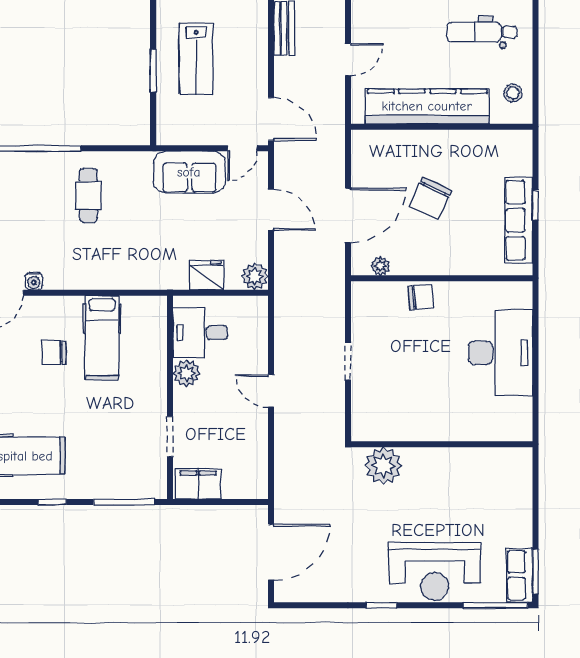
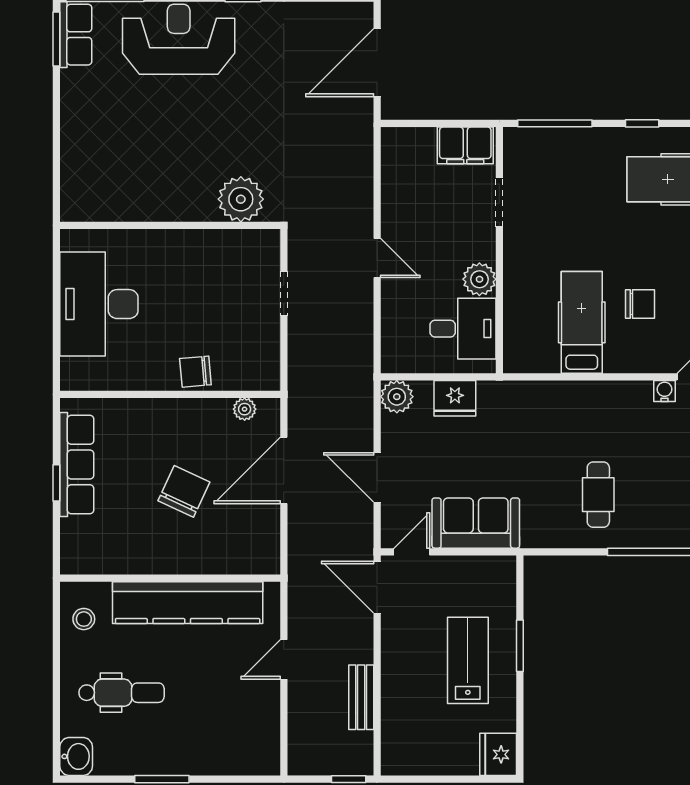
wall: (442, 444) -> (170, 225), moved
plant: (383, 466) -> (241, 199), moved

